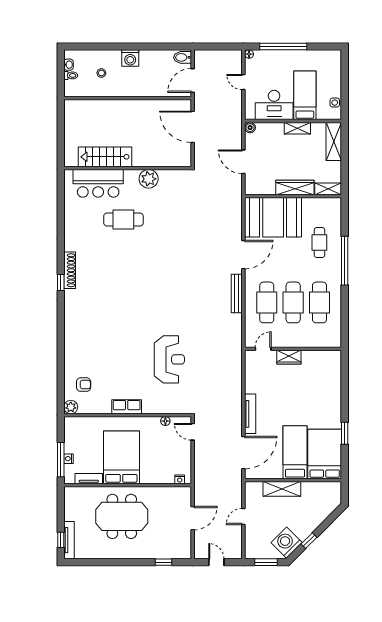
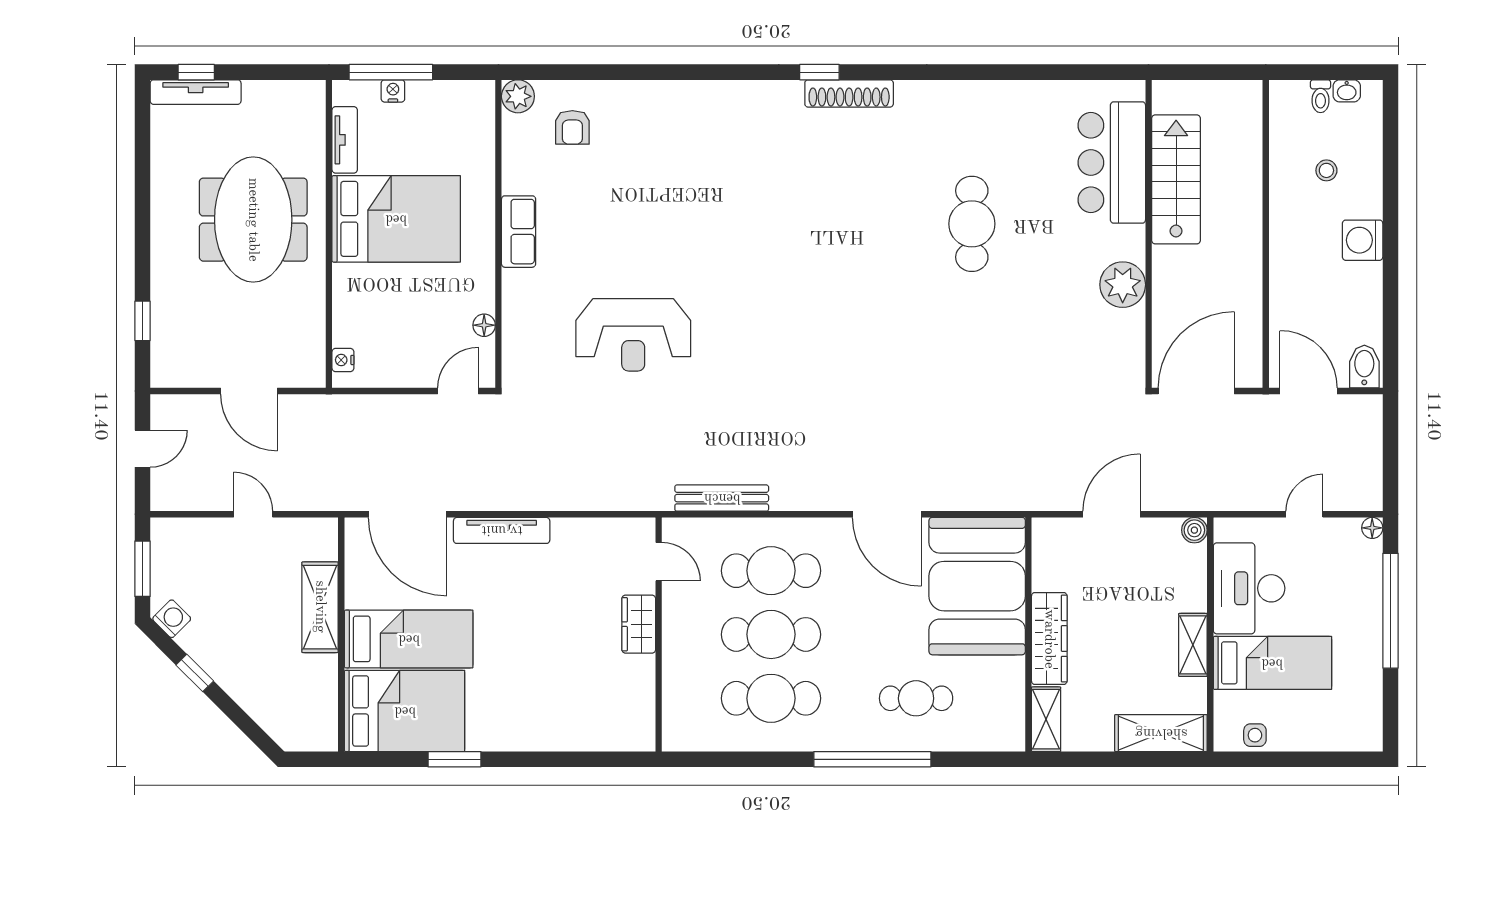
stairs: (105, 157) -> (1176, 179), moved
wall: (128, 168) -> (1149, 234), moved
plant: (149, 179) -> (1123, 285), moved
bar counter: (98, 183) -> (1112, 163), moved
bench: (237, 293) -> (722, 498), moved
washing machine: (287, 543) -> (172, 619), width x0.53, depth x0.53

